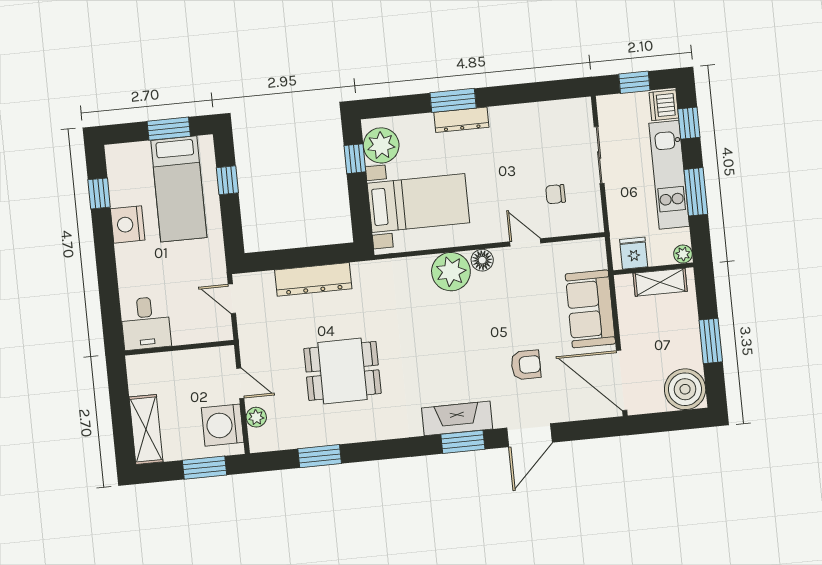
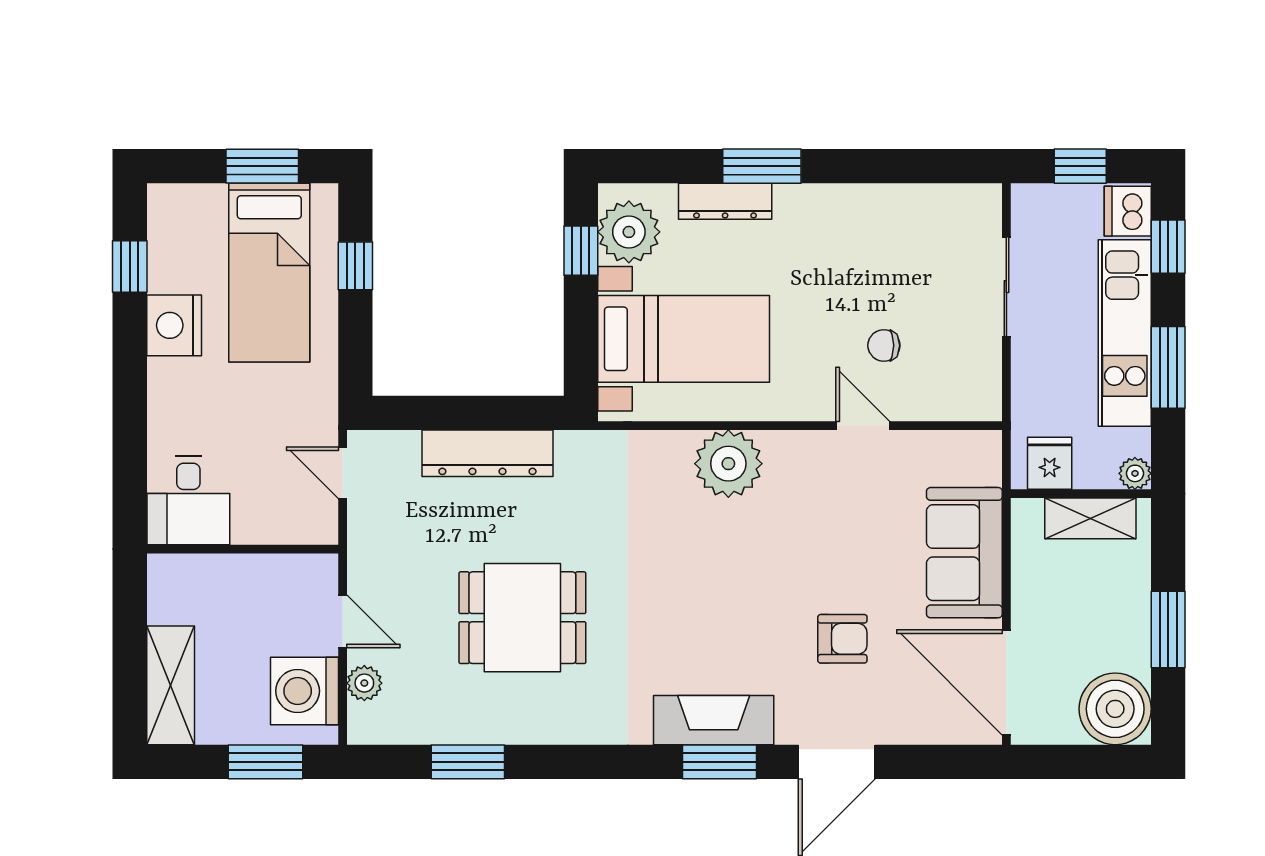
dresser: (461, 120) -> (725, 201), moved
chair: (556, 194) -> (884, 345), moved
floor lamp: (482, 260) -> (785, 449), removed

